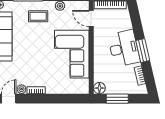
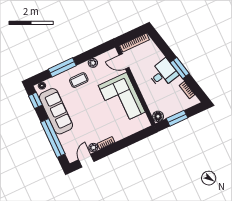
desk: (124, 48) -> (163, 74), width x0.73

